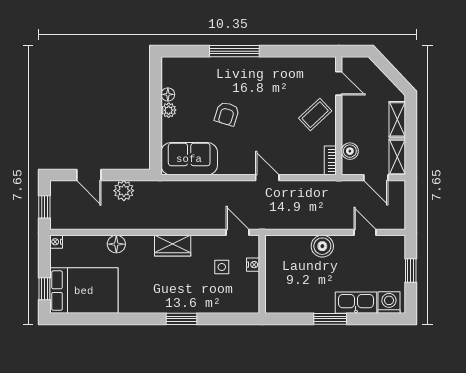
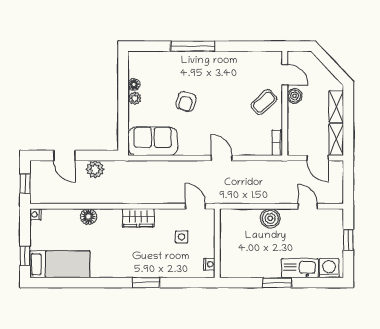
boiler: (350, 151) -> (295, 96), moved
nightstand: (253, 265) -> (209, 264), moved
bed: (84, 291) -> (60, 264), width x0.67

